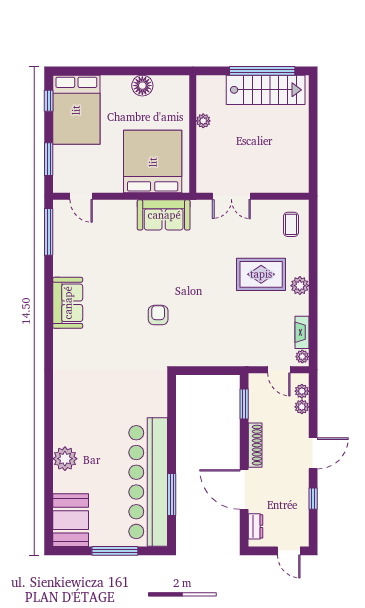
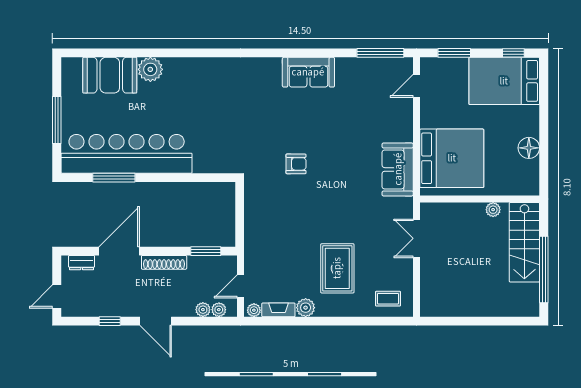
stairs: (266, 90) -> (524, 242), moved
plant: (300, 286) -> (306, 308), moved
booth: (71, 520) -> (110, 75), moved

